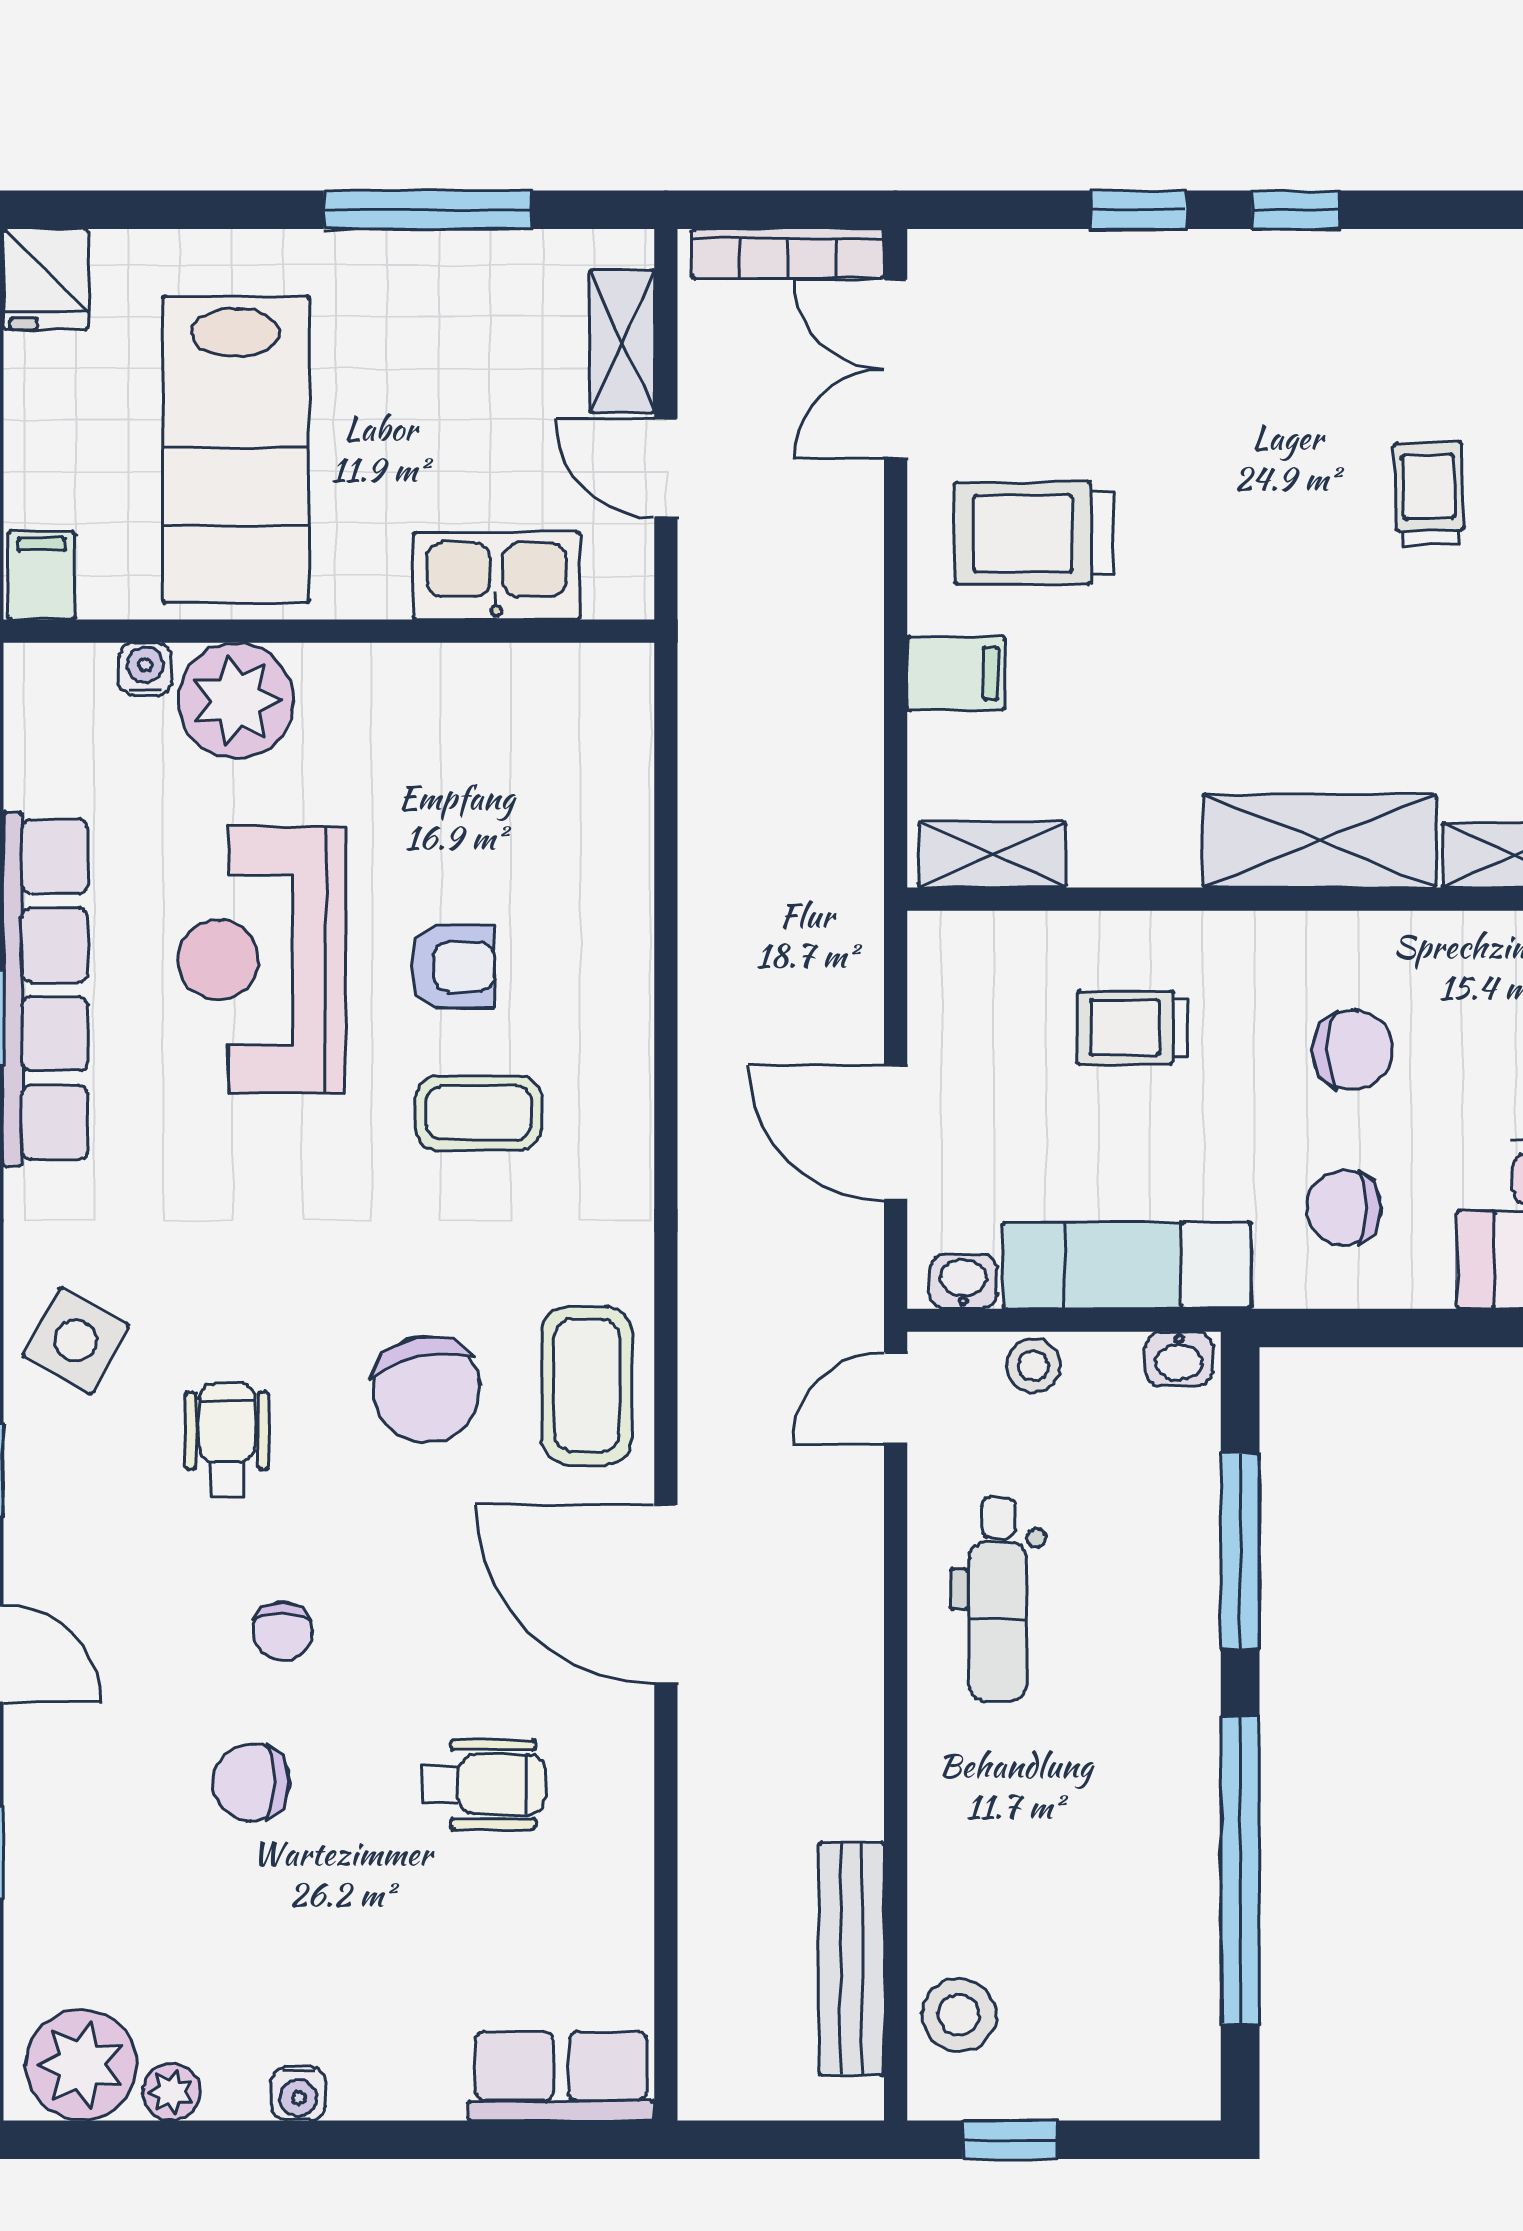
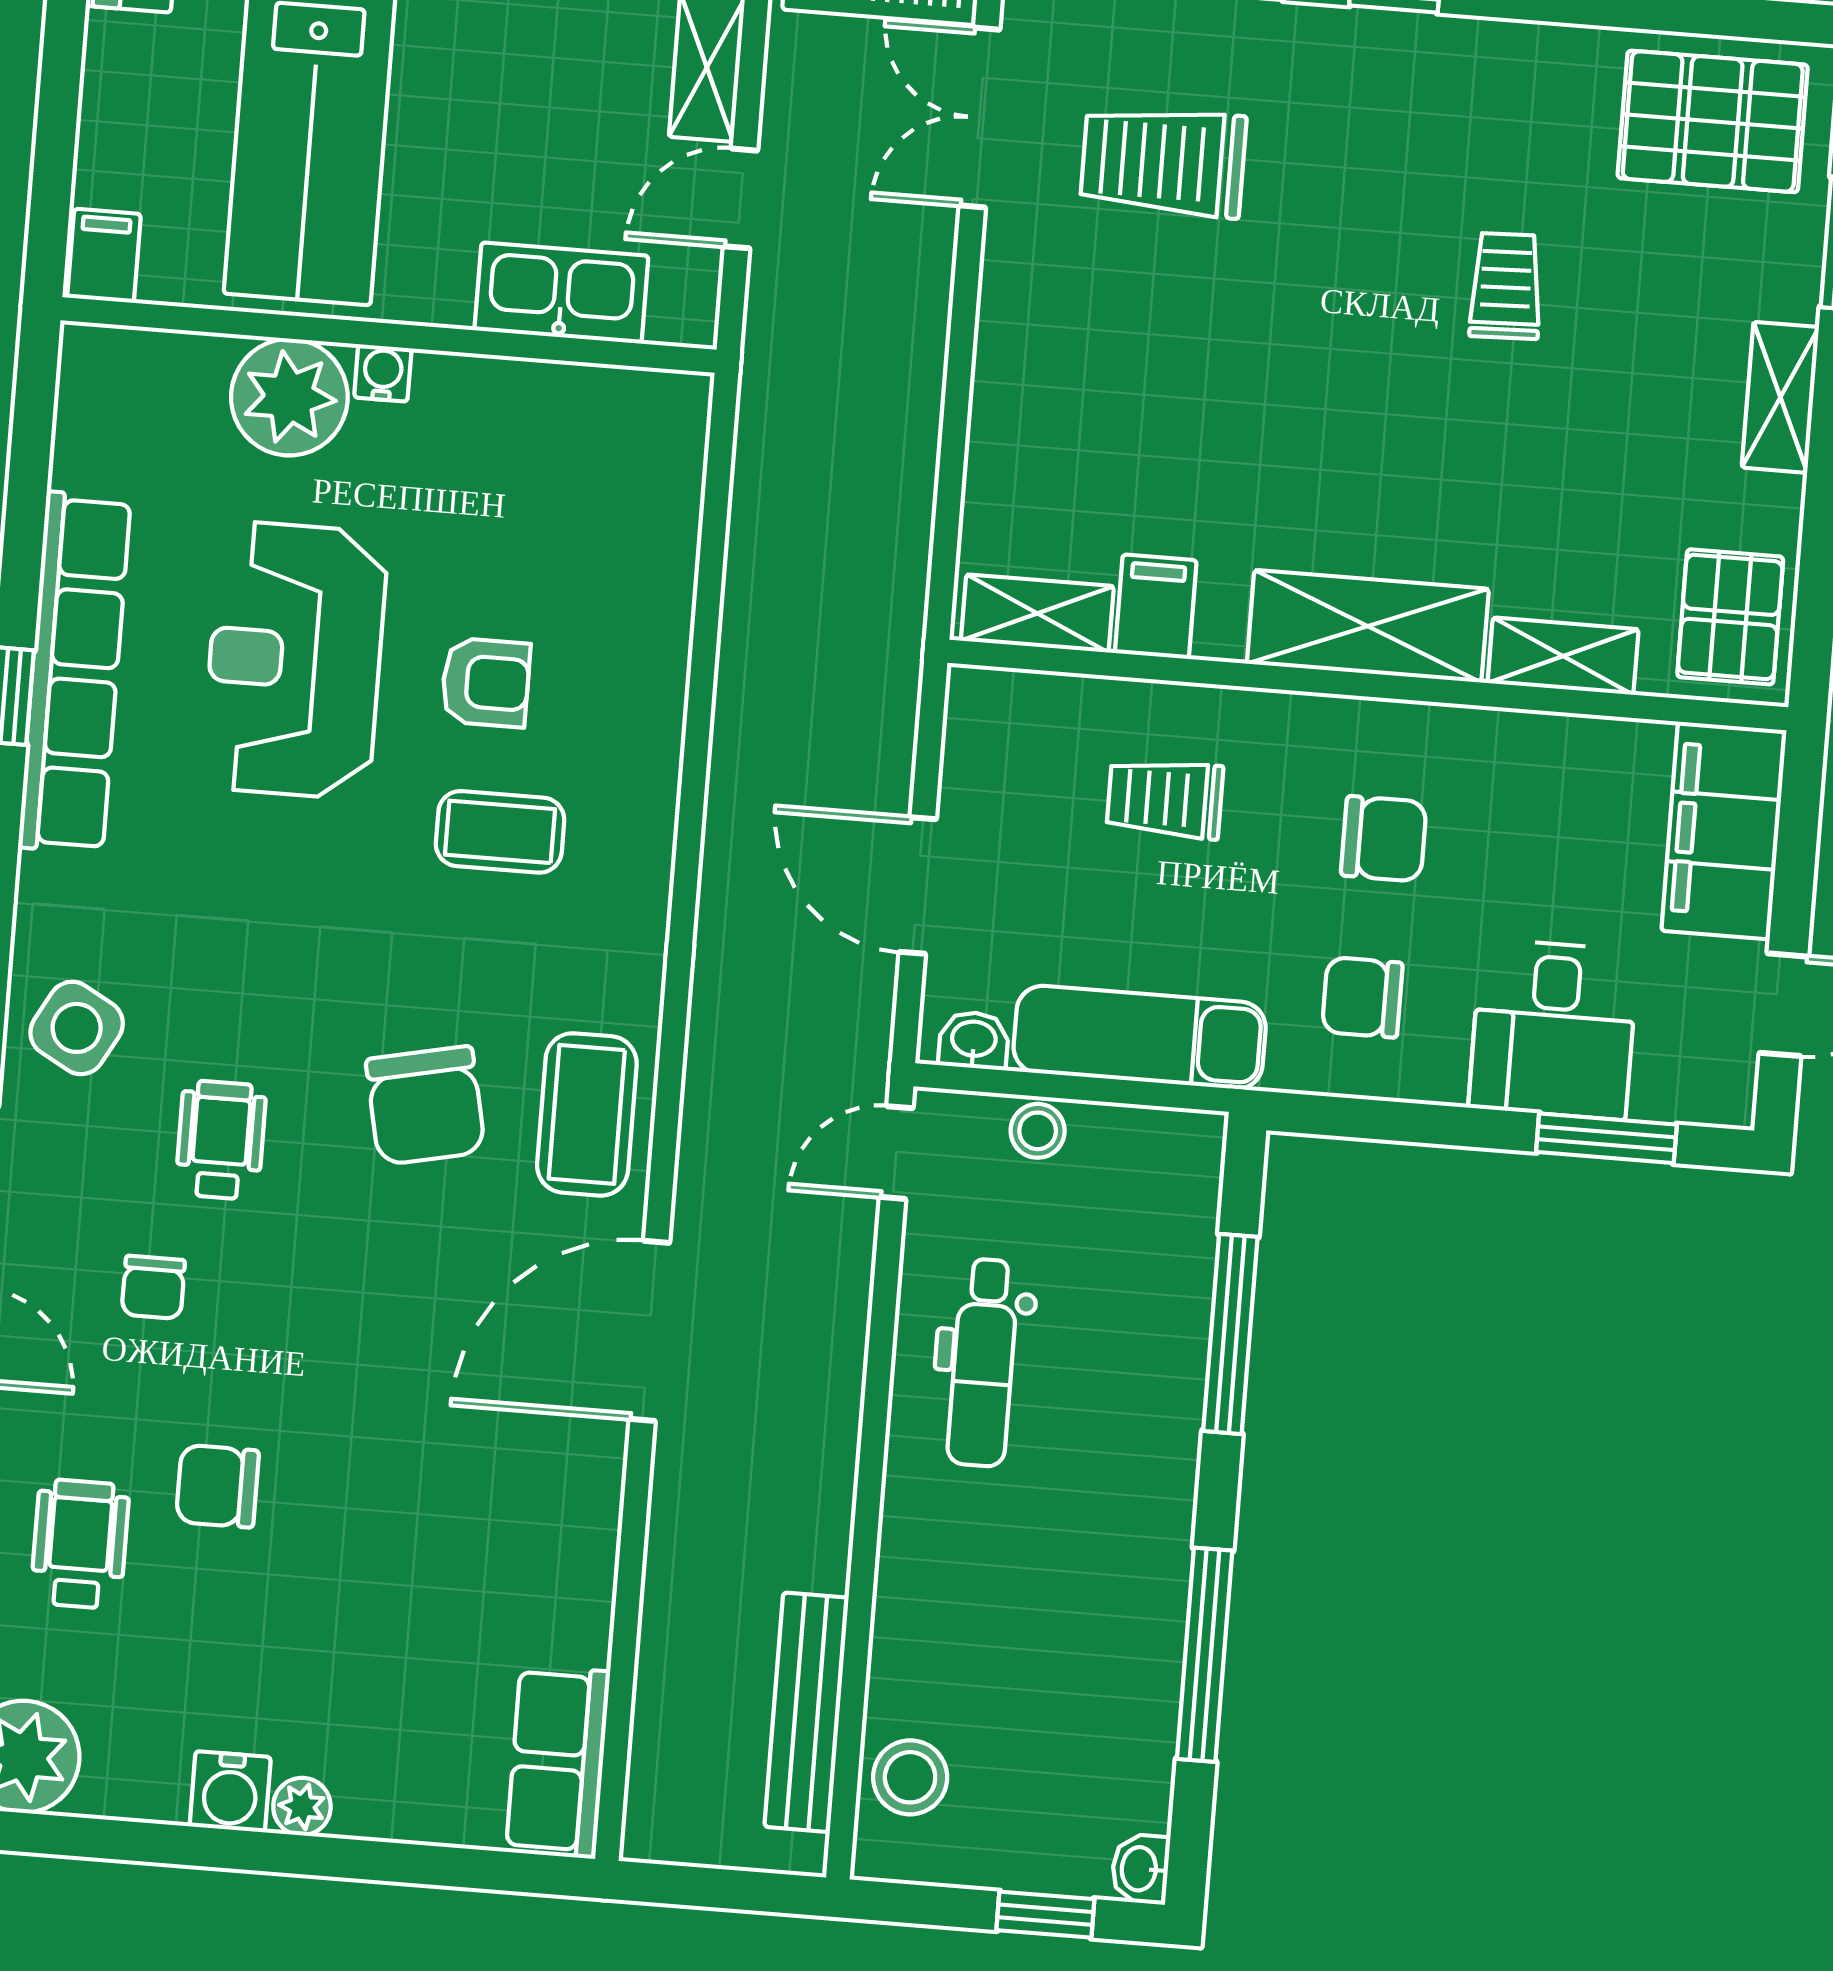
door: (666, 468) -> (741, 198), hinge flipped
trolley: (1034, 533) -> (1163, 161), moved
water cooler: (145, 669) -> (383, 373), moved
filing cabinet: (956, 673) -> (1156, 607), moved, turned -90
washbasin: (1179, 1359) -> (1140, 1869), moved, turned 90
door: (666, 1594) -> (649, 1331), hinge flipped
chair: (283, 1632) -> (153, 1287), moved
wheelchair: (483, 1784) -> (80, 1544), moved, turned -90
window: (1240, 1870) -> (1205, 1655), width x0.68
row of seats: (561, 2076) -> (558, 1762), moved, turned -90
plant: (171, 2092) -> (302, 1807), moved
water cooler: (299, 2093) -> (230, 1792), width x1.38, depth x1.38
window: (1010, 2140) -> (1045, 1915), moved

